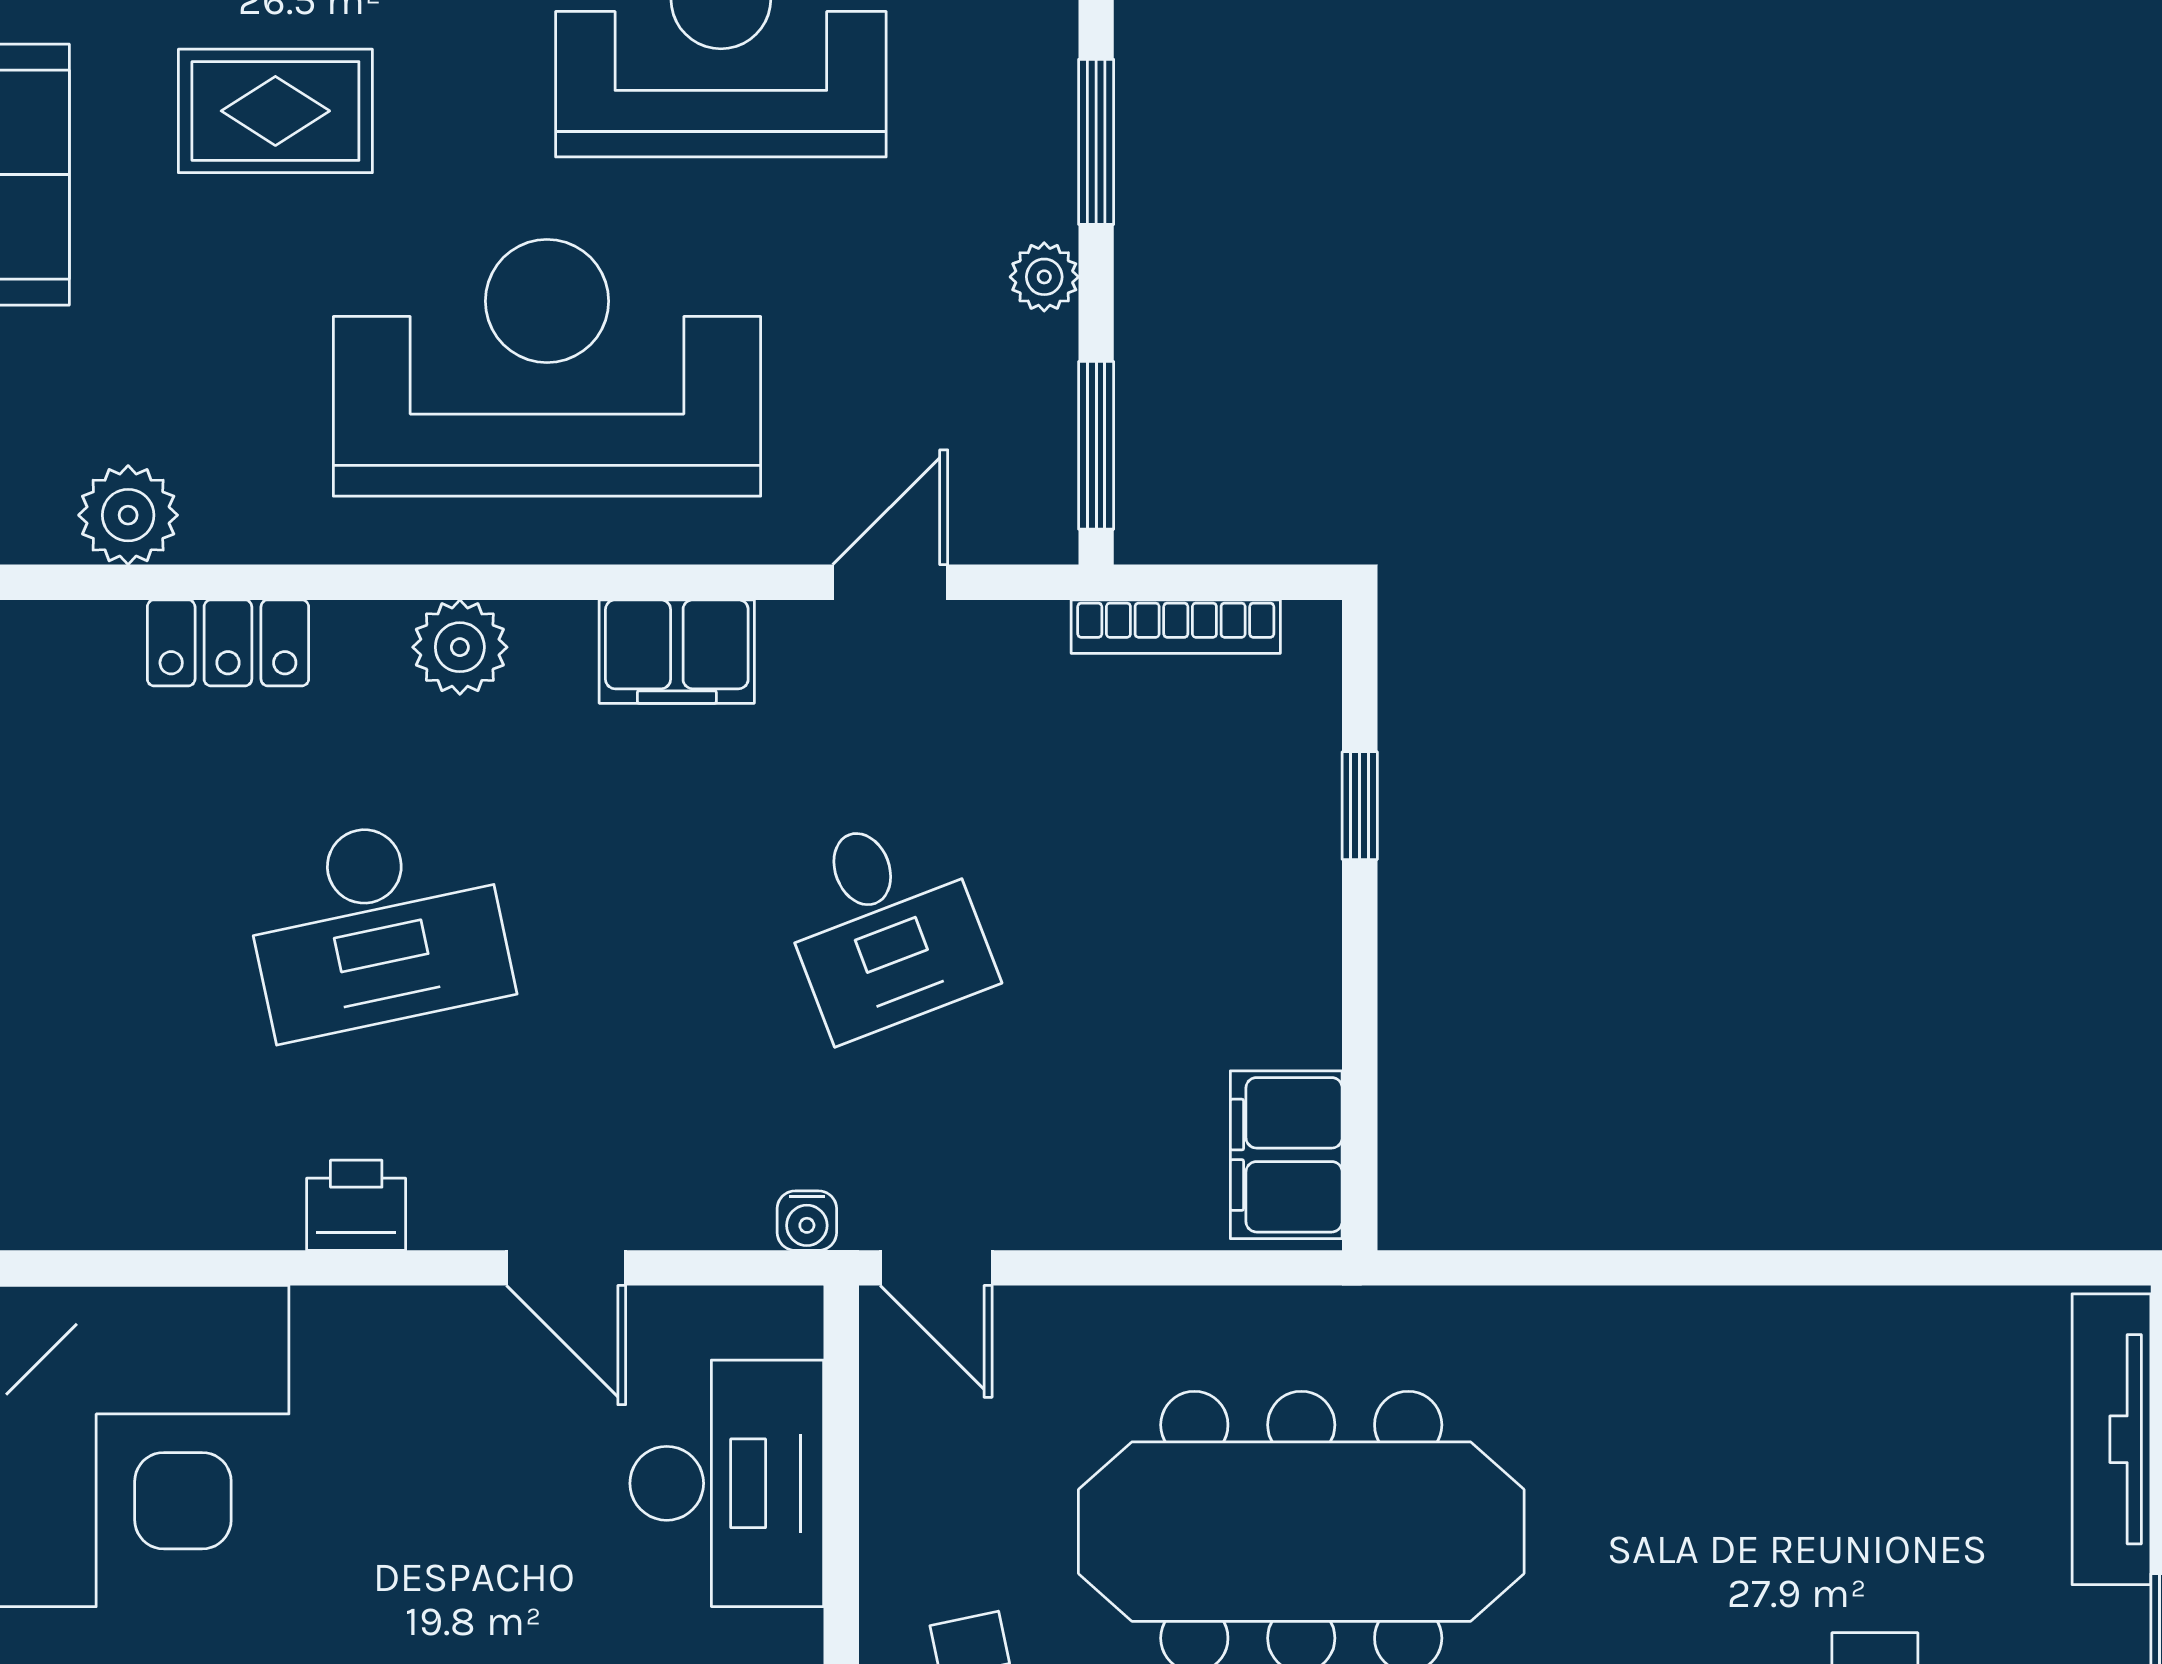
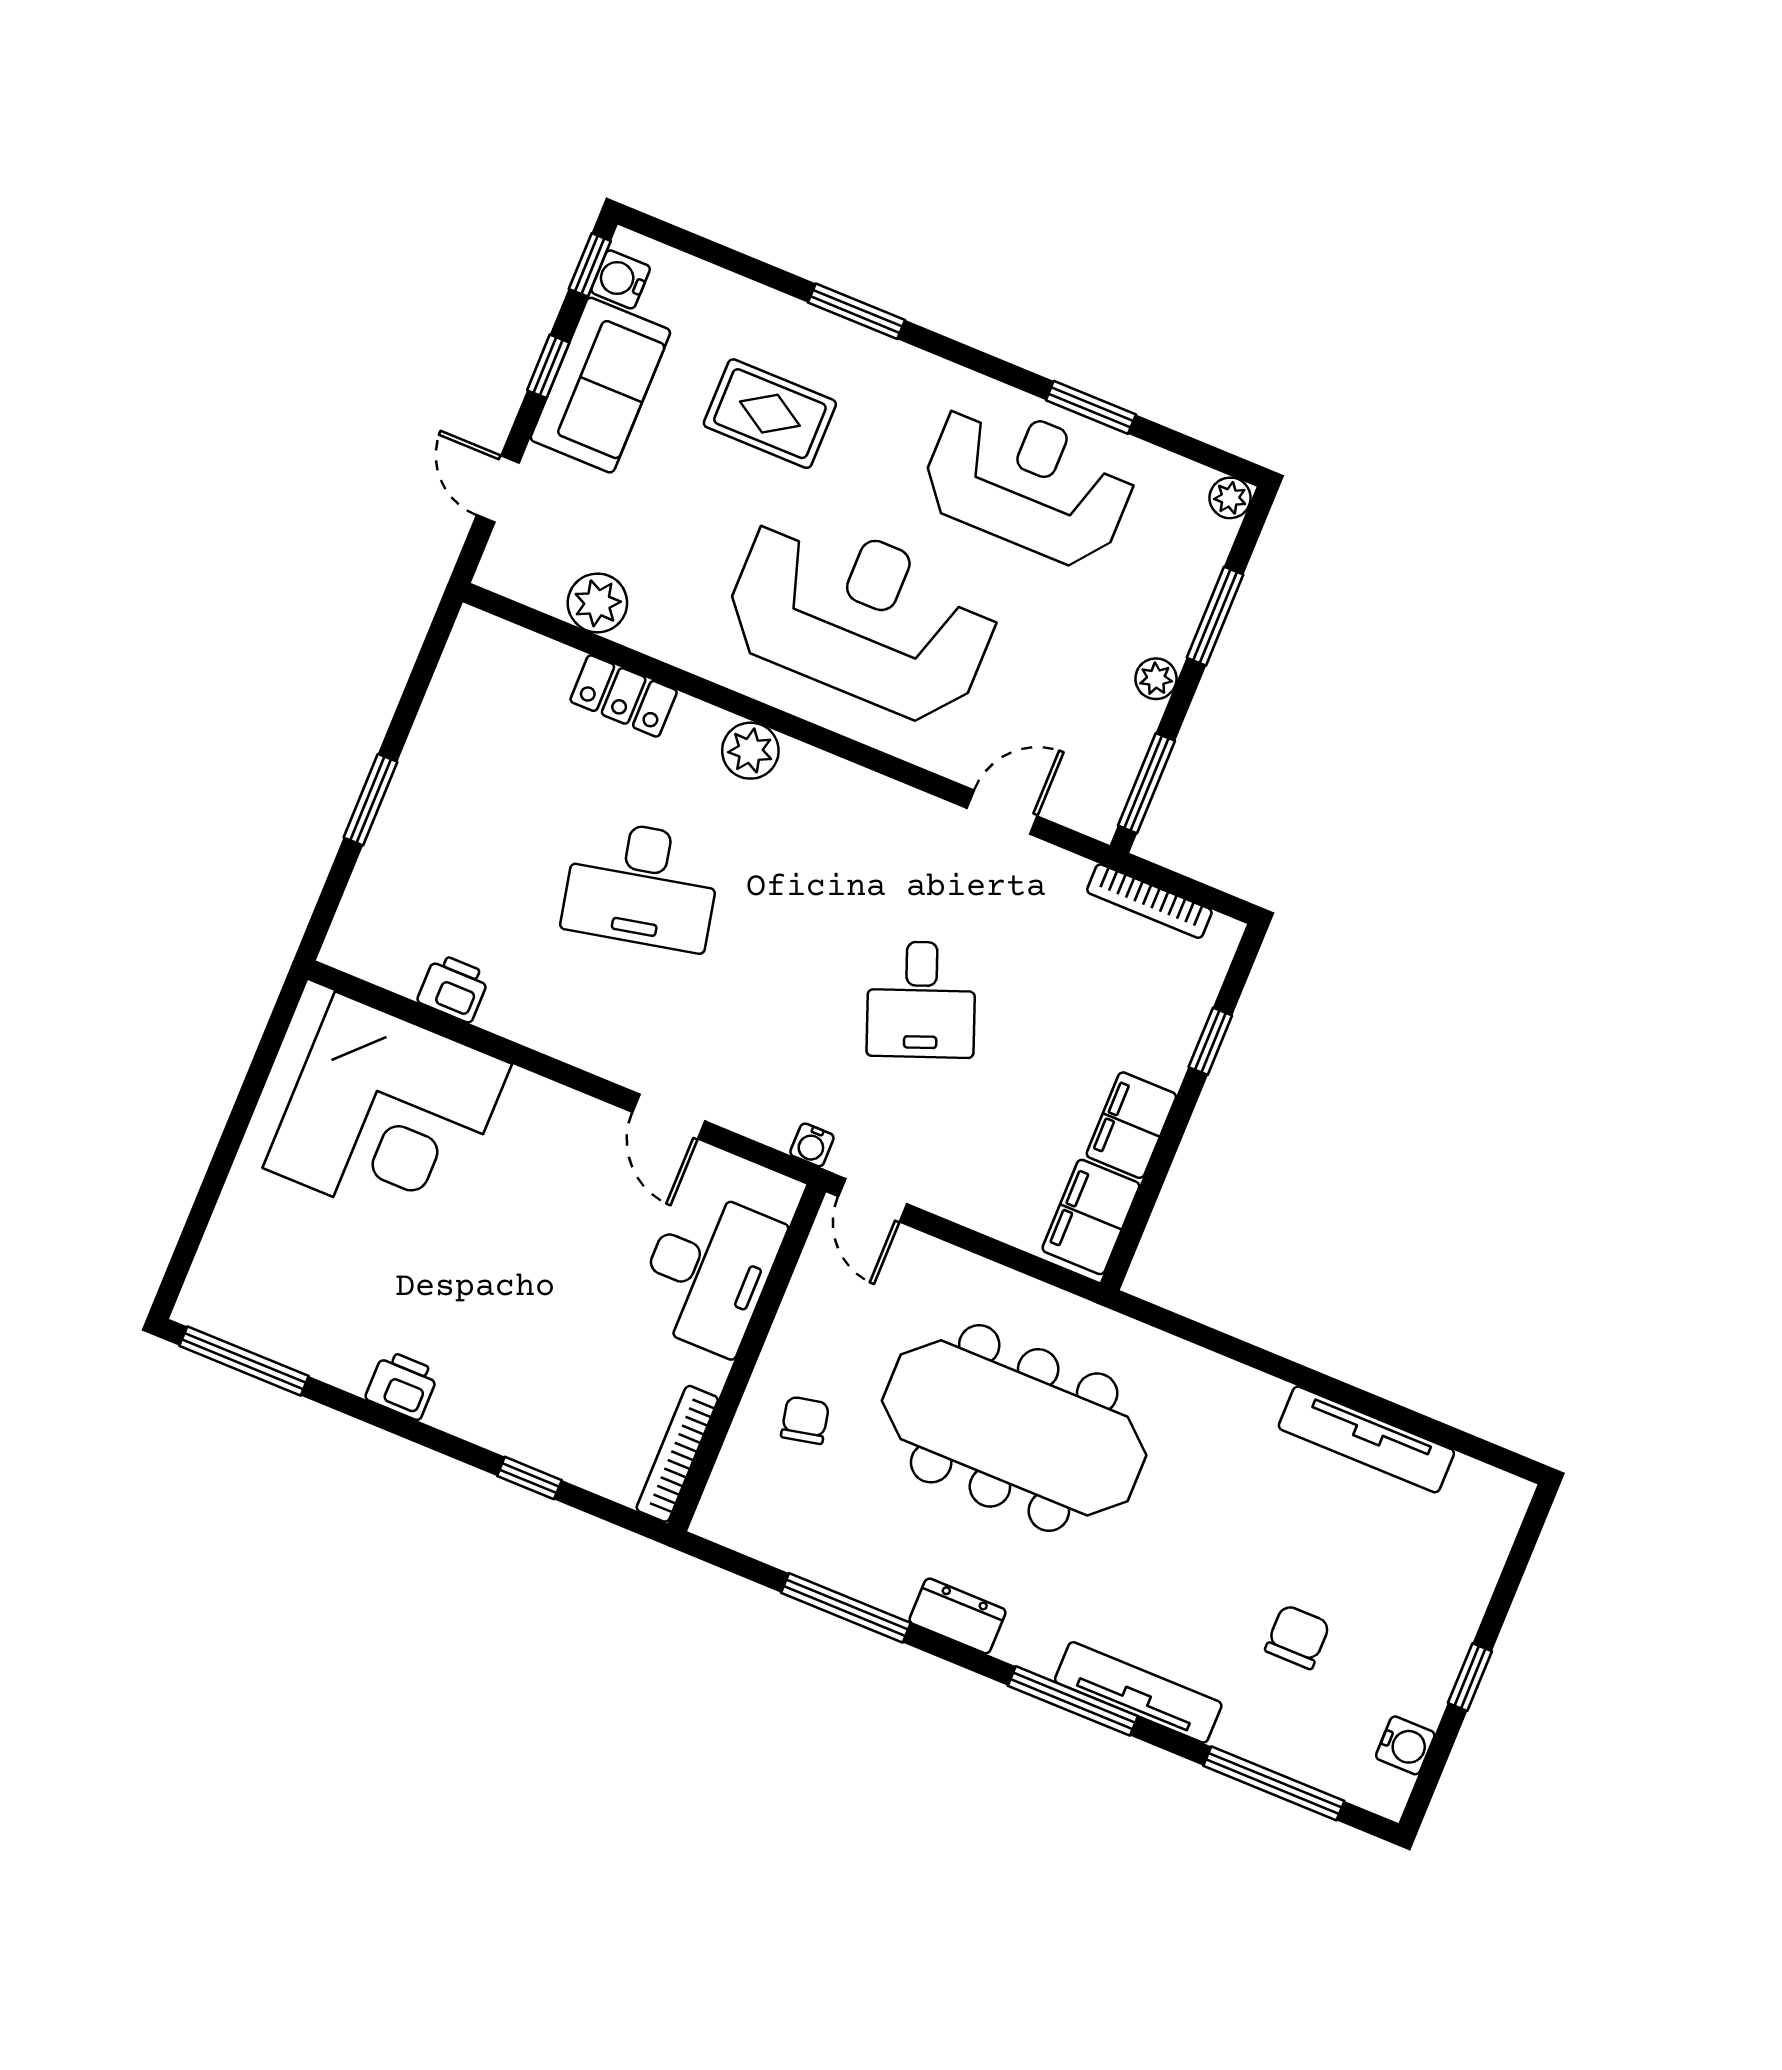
filing cabinet: (677, 652) -> (1131, 1125), moved, turned 90
printer: (356, 1205) -> (454, 988), moved
tv unit: (2111, 1439) -> (1366, 1439), moved, turned -90

